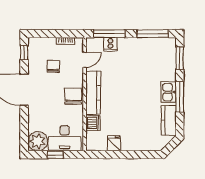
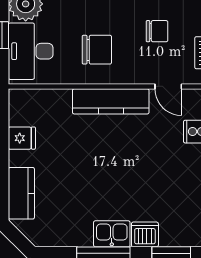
chair: (73, 96) -> (97, 50), moved
kitchen counter: (169, 120) -> (21, 193), moved, turned 90
dishwasher: (93, 123) -> (145, 234), moved, turned 180

